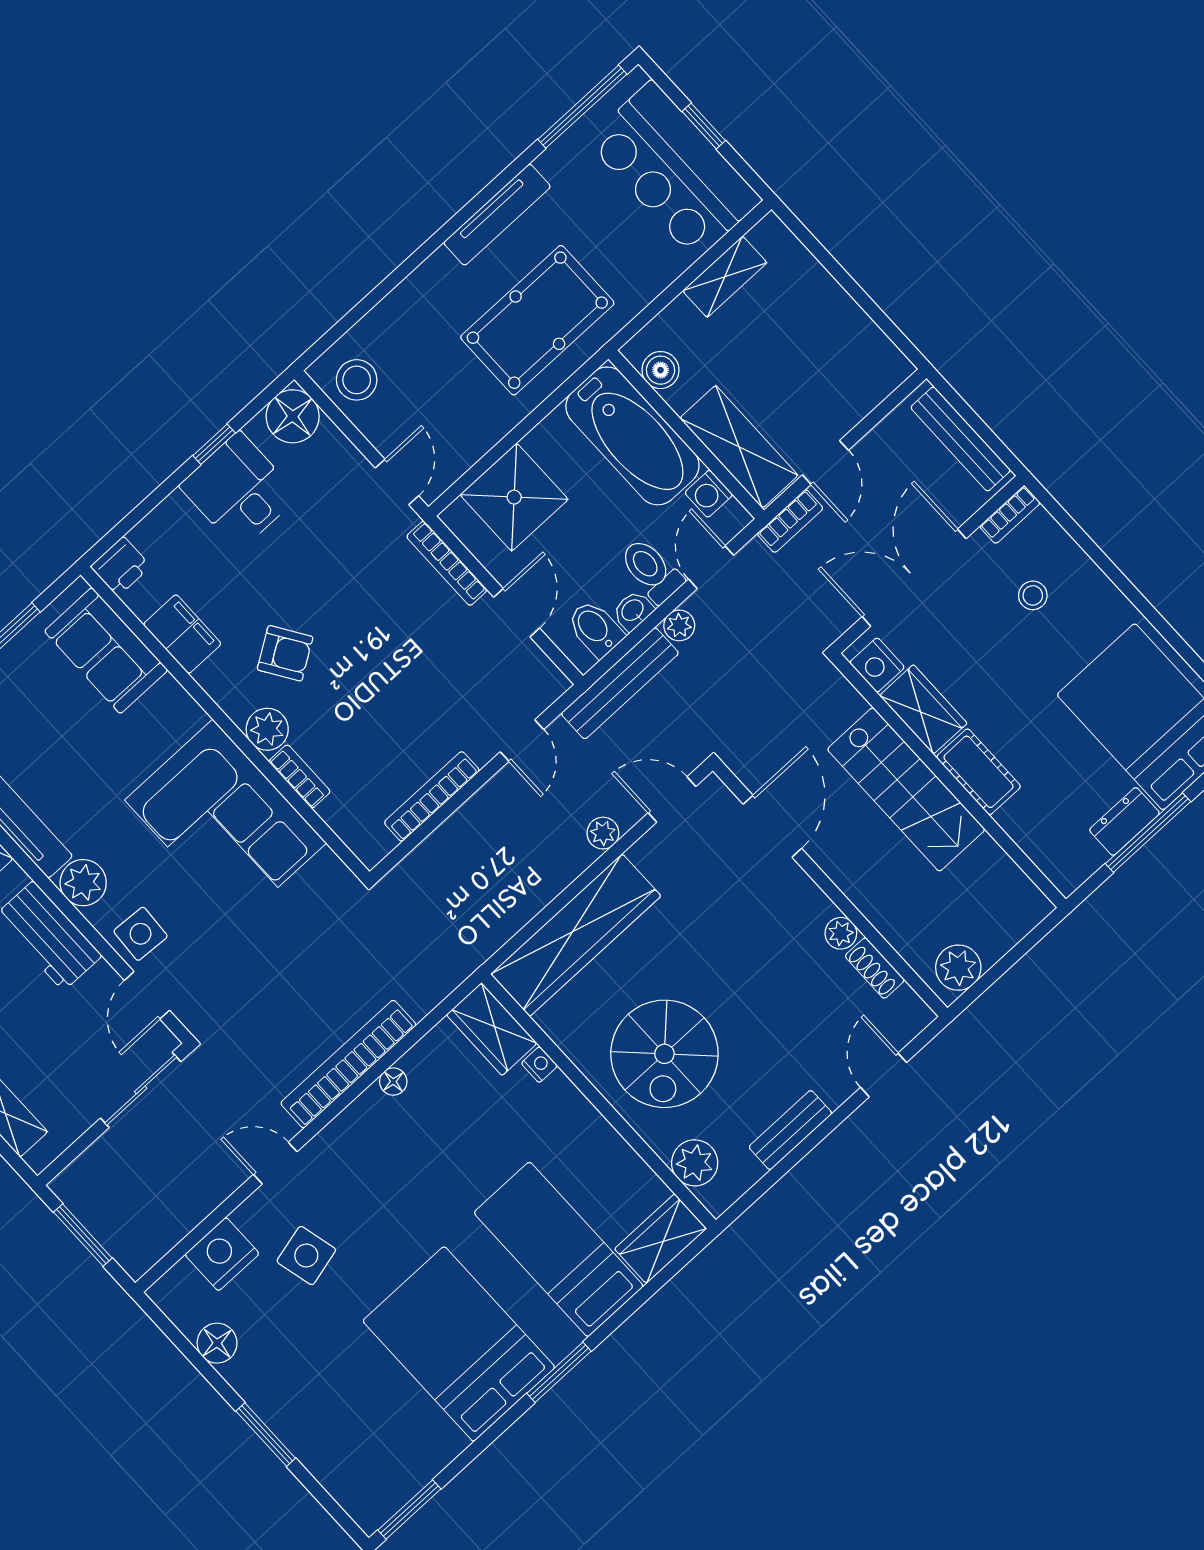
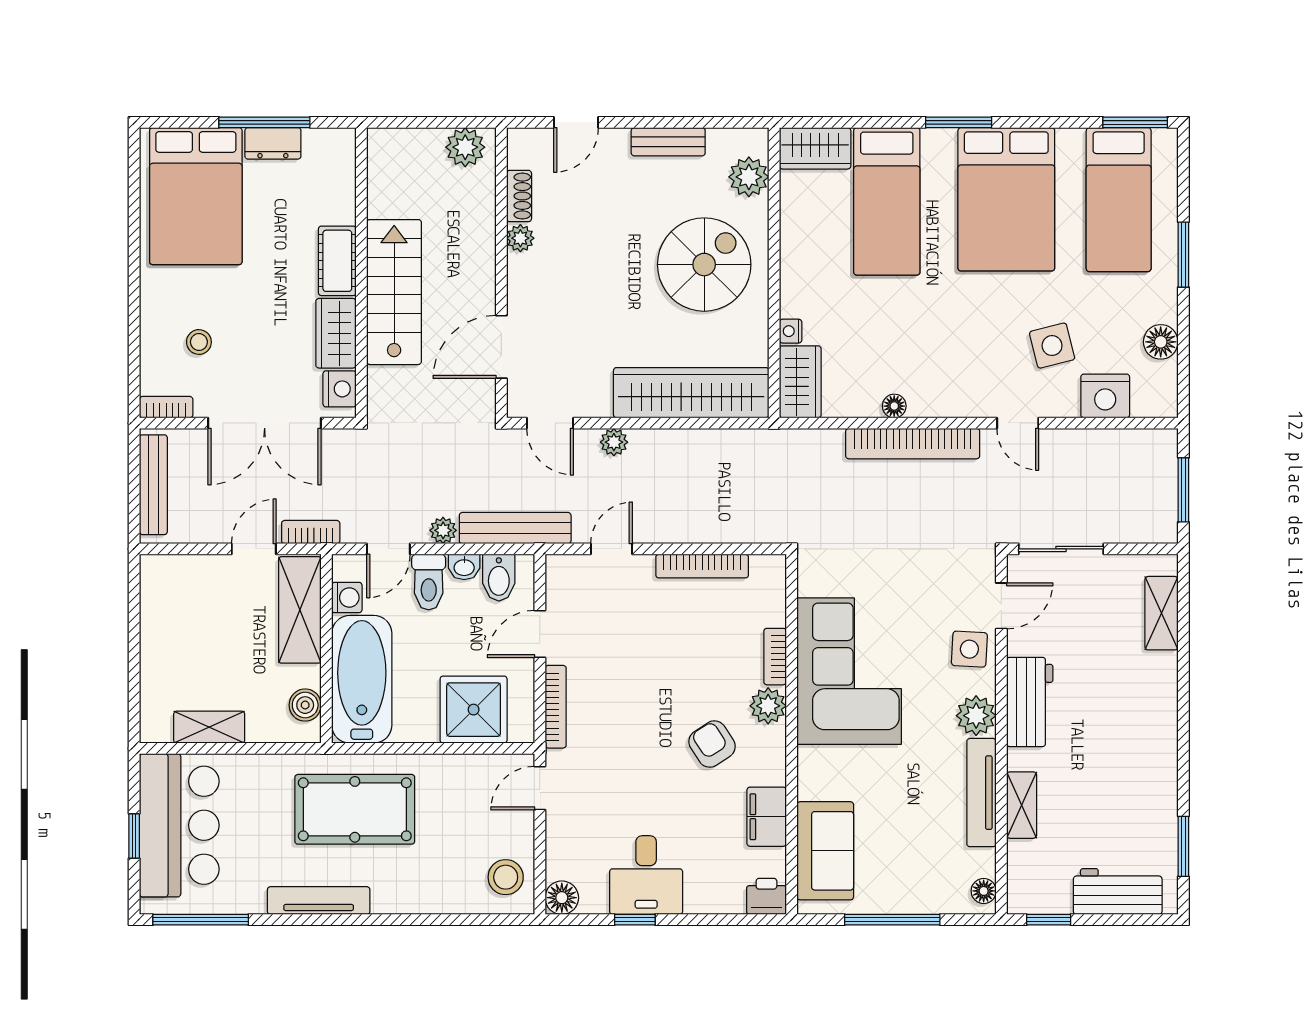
floor lamp: (293, 416) -> (562, 898), width x0.73, depth x0.73
bed: (363, 1431) -> (1119, 200), added

